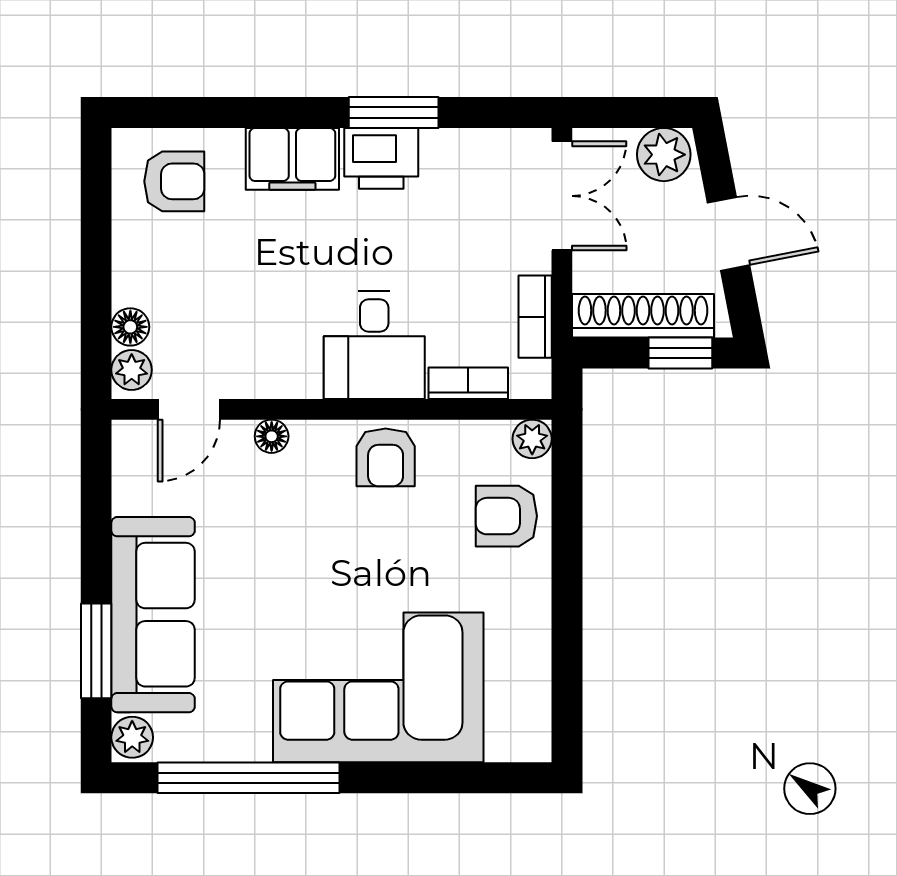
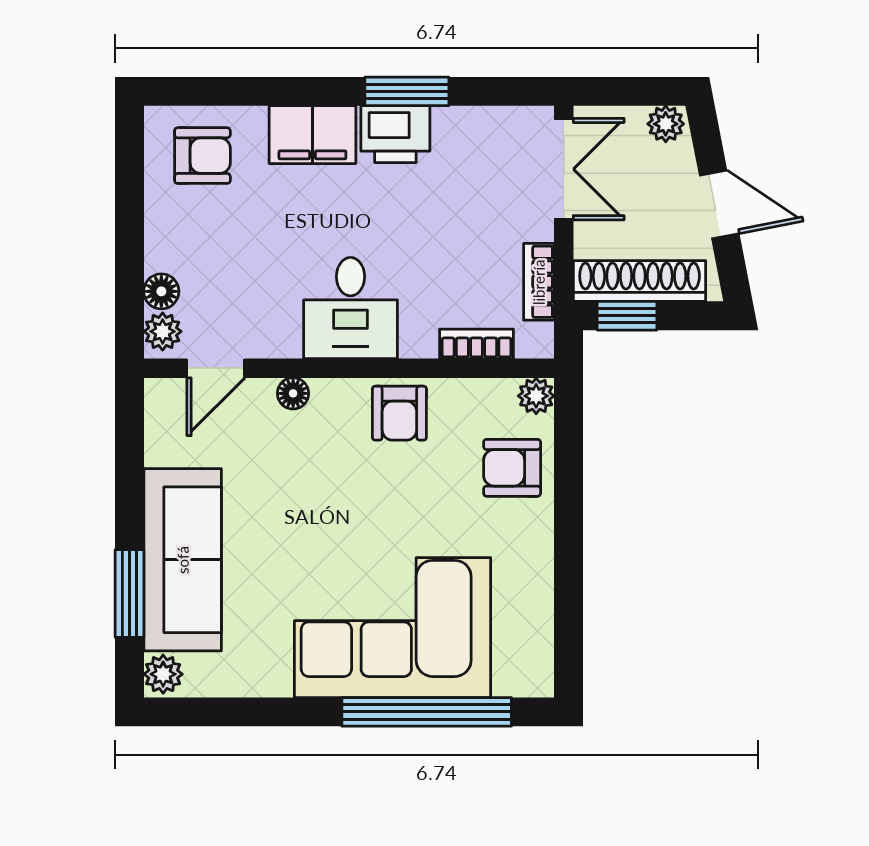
plant: (664, 155) -> (666, 124), width x0.73, depth x0.73
desk: (374, 345) -> (351, 308), moved
window: (680, 353) -> (627, 316), moved
window: (249, 778) -> (427, 712), moved

